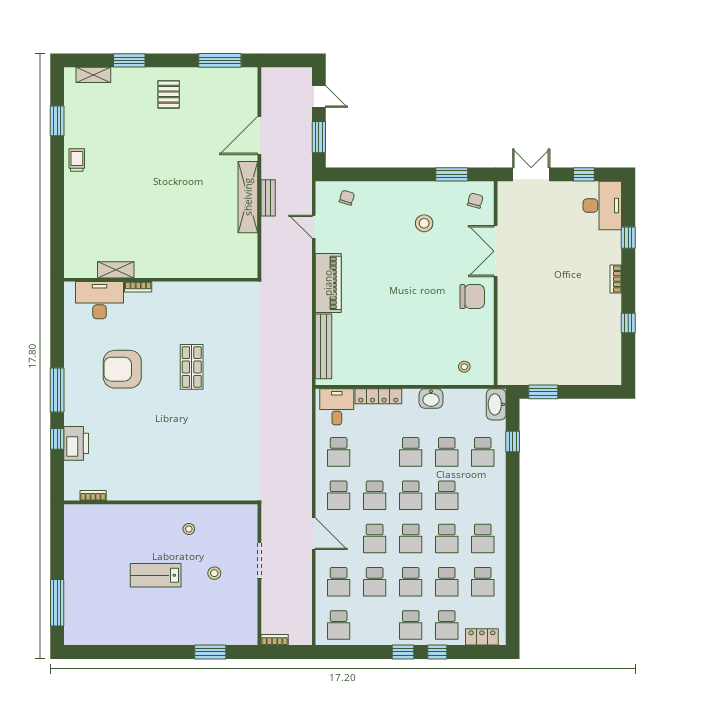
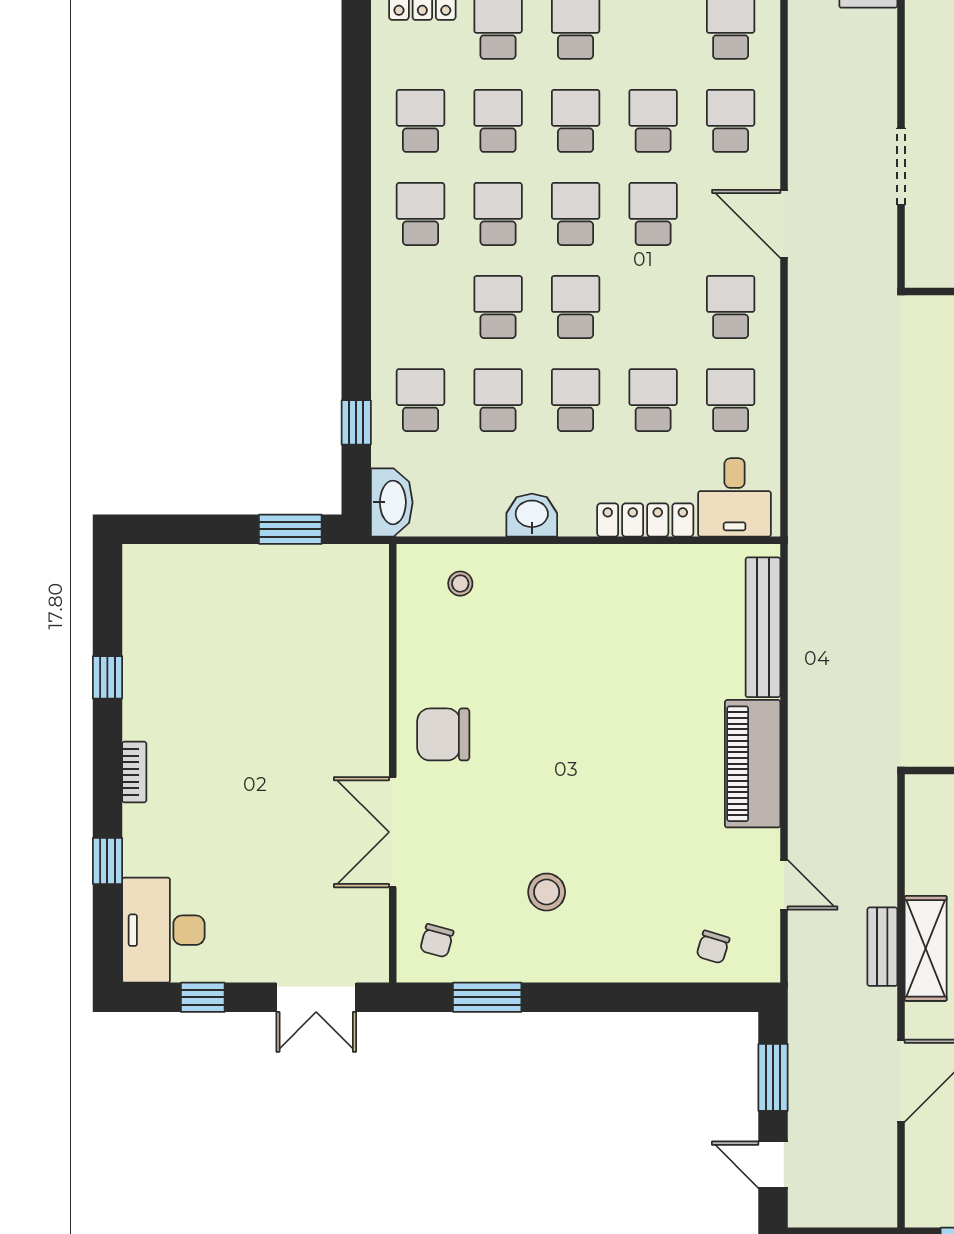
shelving: (248, 197) -> (926, 948), width x0.68
double door: (496, 251) -> (393, 832), swing flipped
school desk: (375, 495) -> (653, 400), moved

